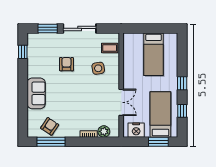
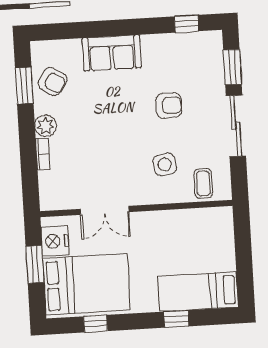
bed: (154, 54) -> (198, 292), moved
window: (182, 83) -> (176, 319), moved
bed: (160, 114) -> (86, 284), width x1.50
plant: (104, 131) -> (46, 126), moved
window: (51, 142) -> (24, 86), width x0.69
window: (158, 142) -> (35, 264), moved

